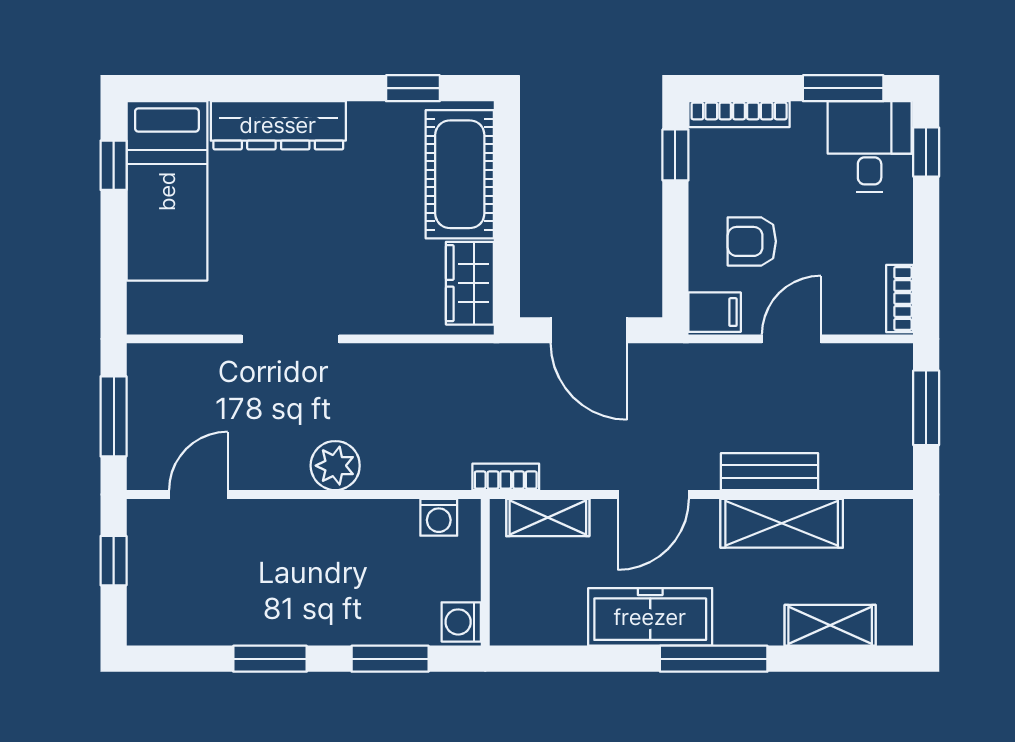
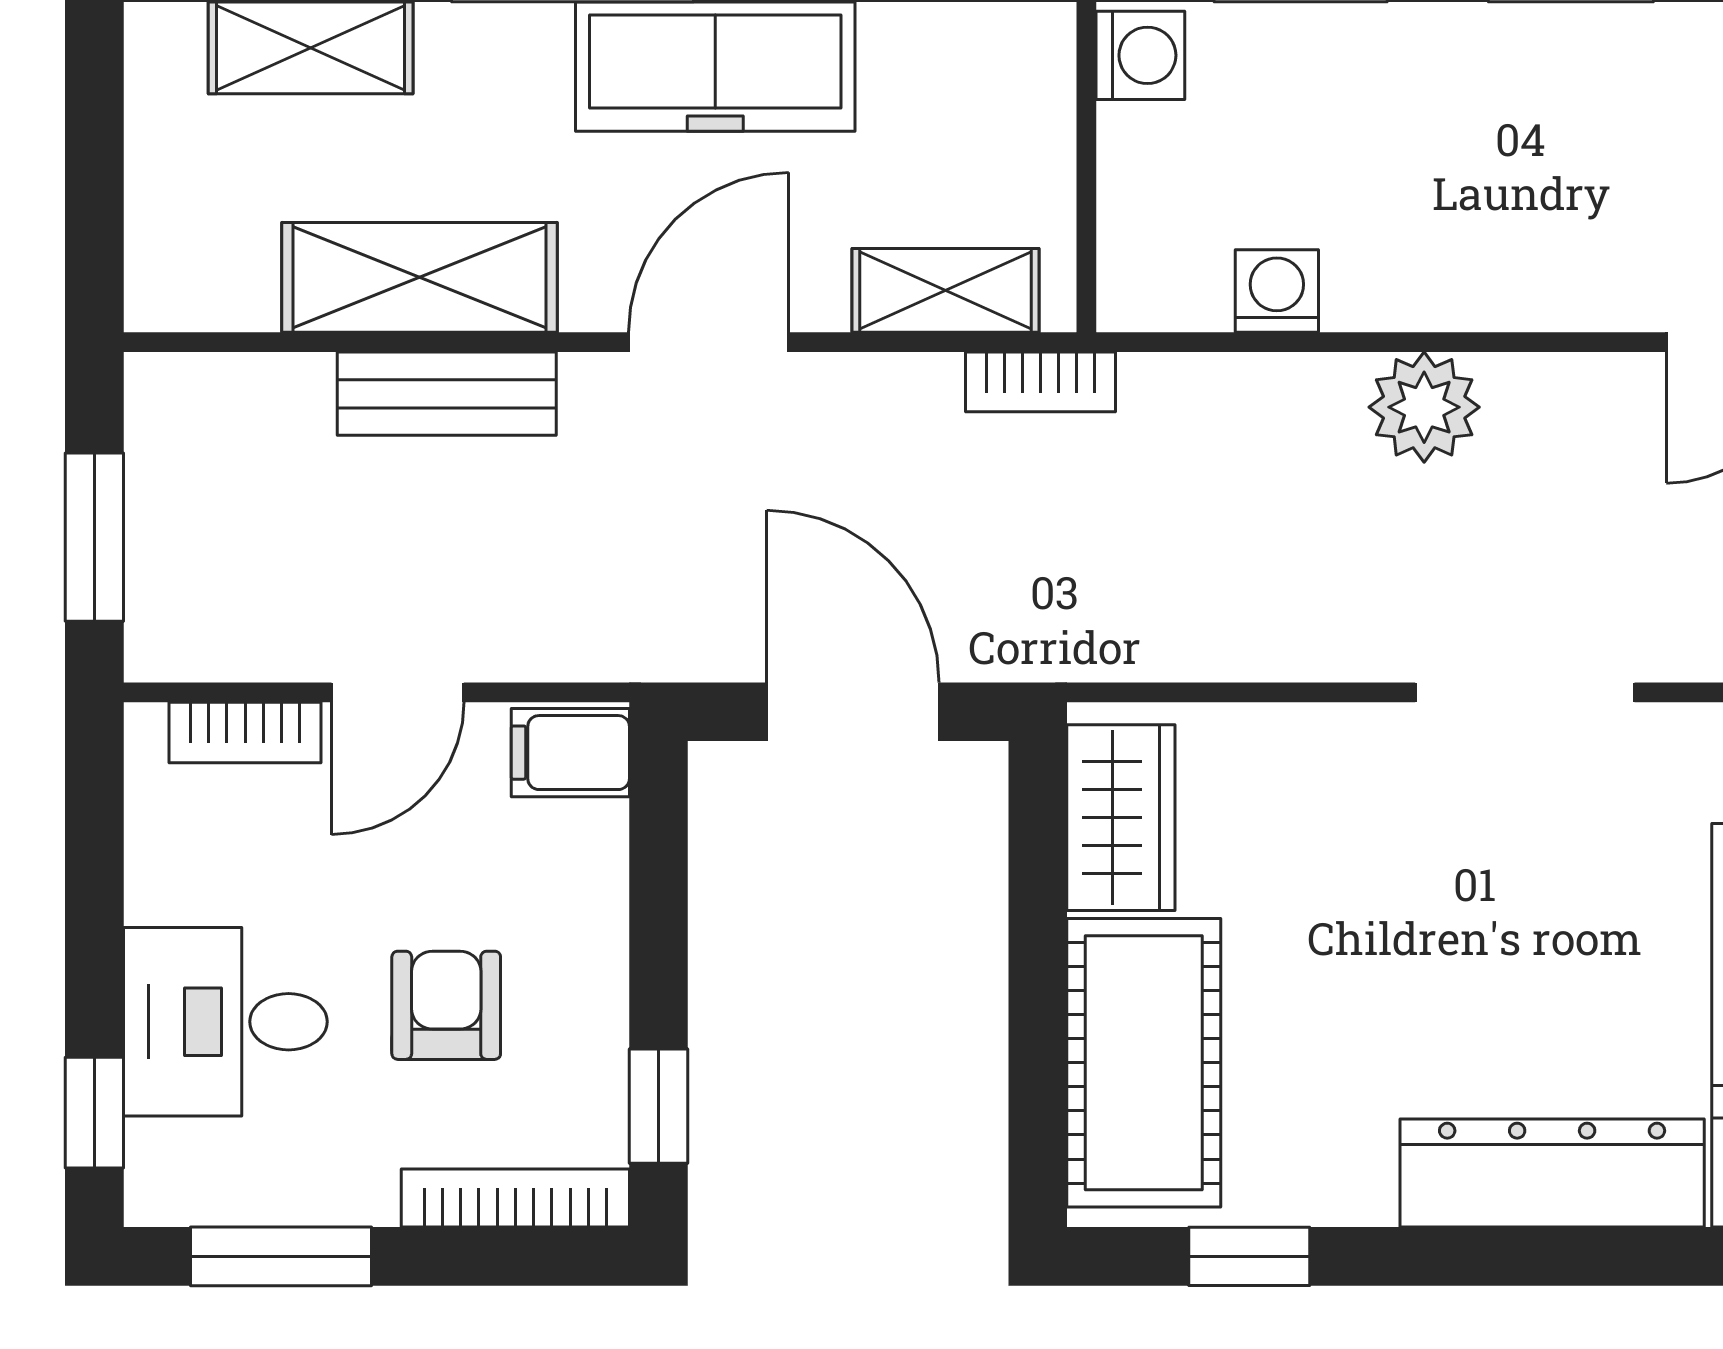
desk: (870, 146) -> (225, 1022), moved, turned 90
armchair: (752, 241) -> (446, 1005), moved, turned -90
bookcase: (900, 299) -> (245, 732), moved, turned 90
washing machine: (439, 517) -> (1277, 291), moved

